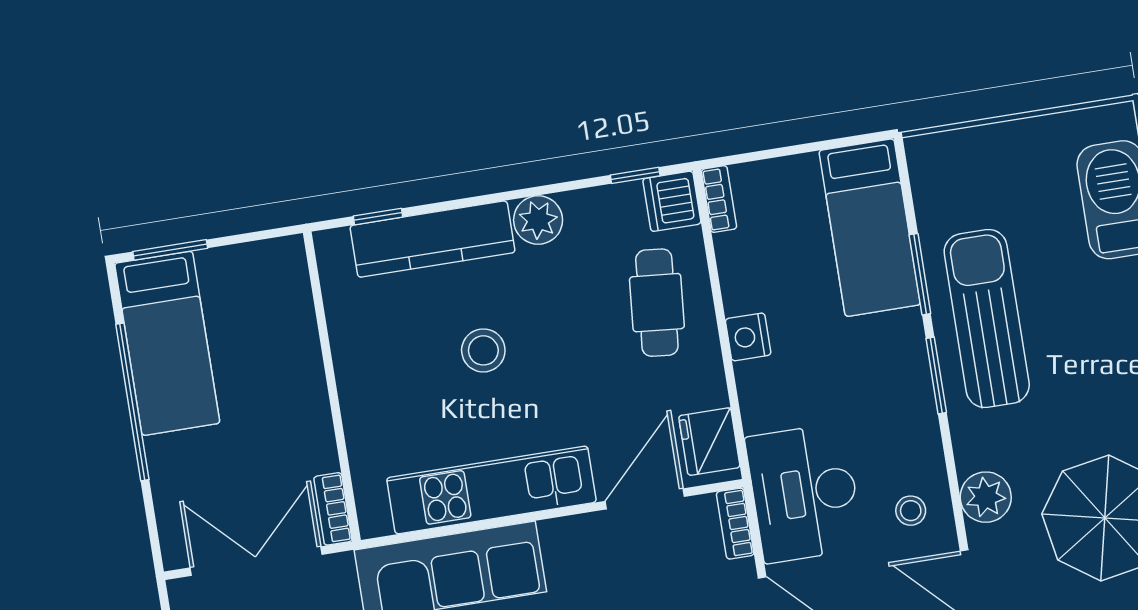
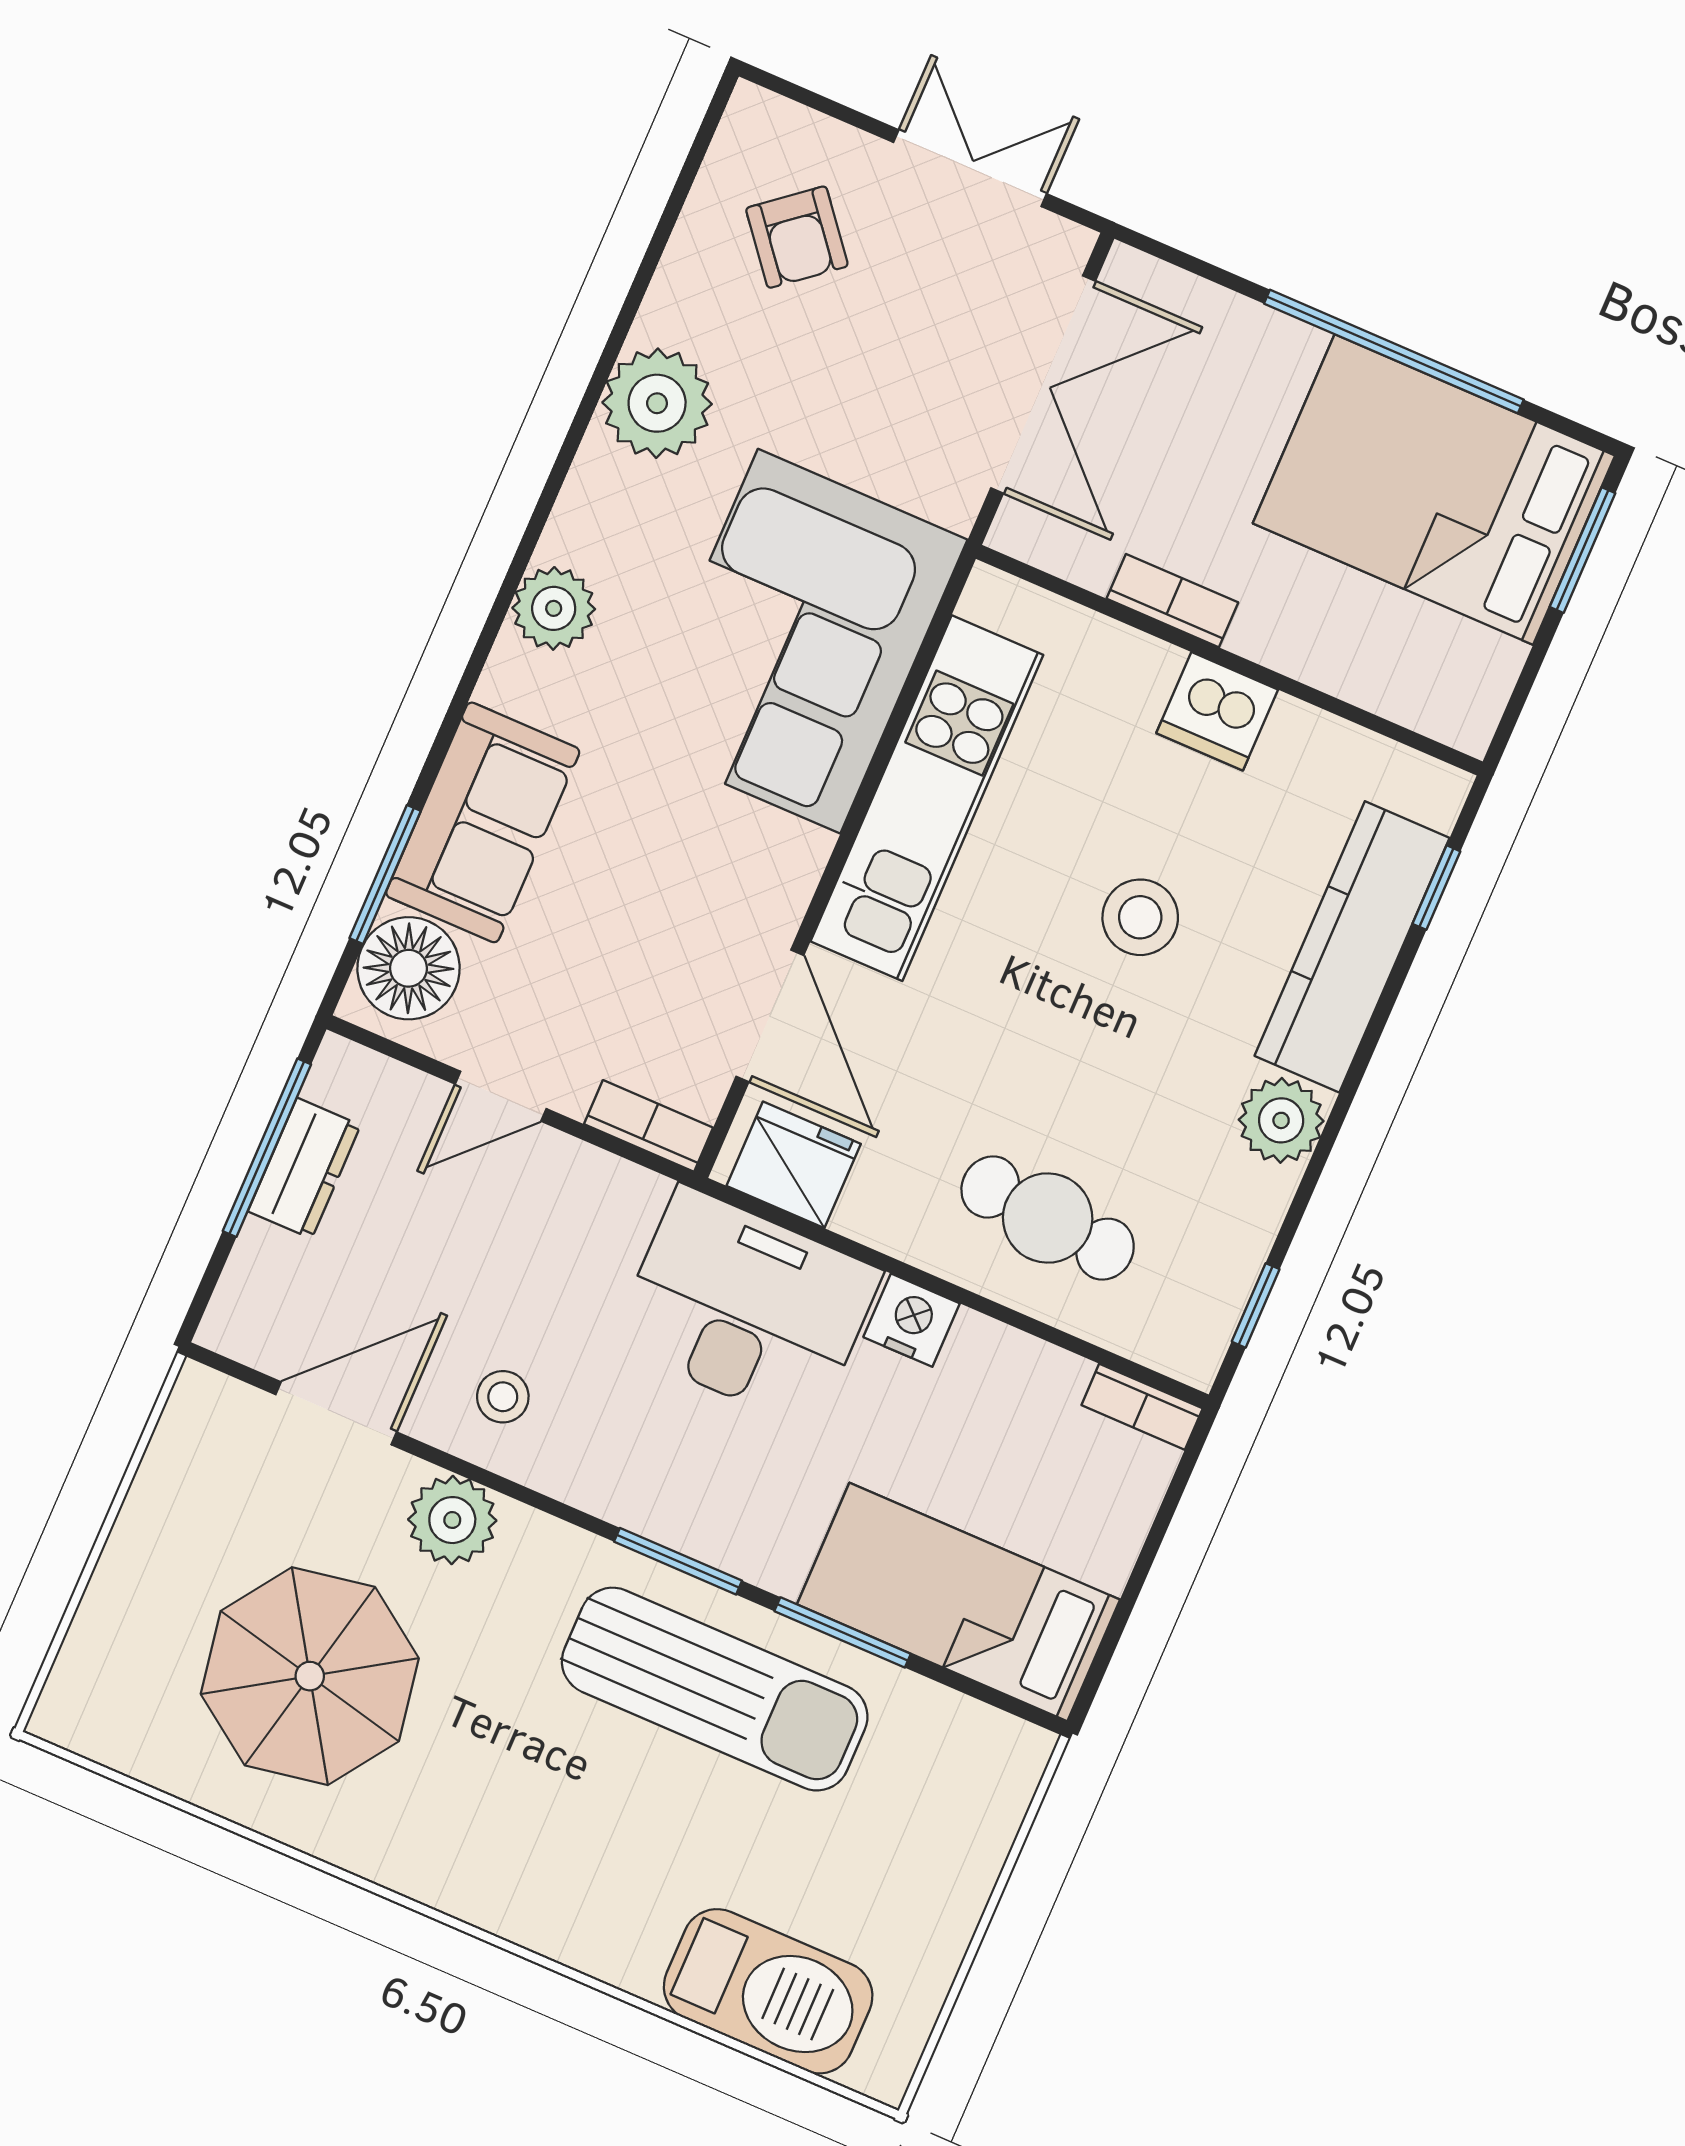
dishwasher: (672, 201) -> (1217, 711), moved, turned 180
bed: (167, 343) -> (1434, 490), width x1.50
desk: (804, 493) -> (747, 1308), moved
bookcase: (333, 509) -> (1172, 601), moved

